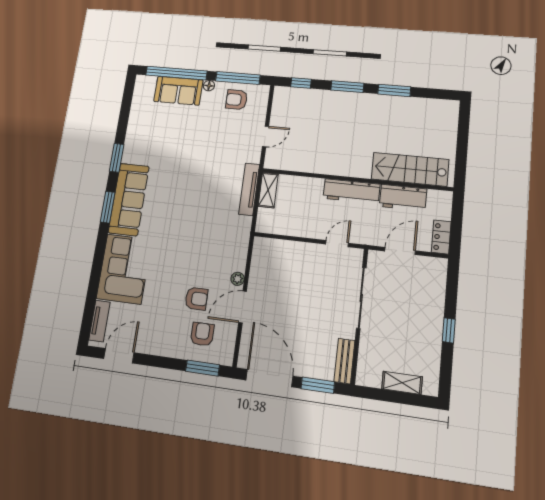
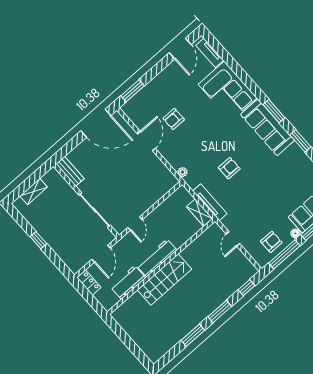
stairs: (410, 169) -> (164, 279), moved
plant: (238, 279) -> (182, 172), moved
armchair: (202, 334) -> (229, 168), moved, turned -90
window: (318, 385) -> (70, 146), removed

